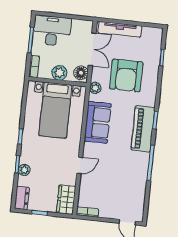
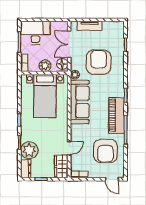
tv unit: (120, 29) -> (90, 26), width x0.71
double door: (92, 49) -> (69, 44), swing flipped
armchair: (126, 75) -> (99, 62), turned 180
sofa: (98, 122) -> (80, 102), width x1.36
piano: (143, 129) -> (116, 115), moved
door: (80, 165) -> (69, 148), moved
plant: (24, 170) -> (29, 150), width x1.88, depth x1.88
armchair: (123, 186) -> (105, 151), added

